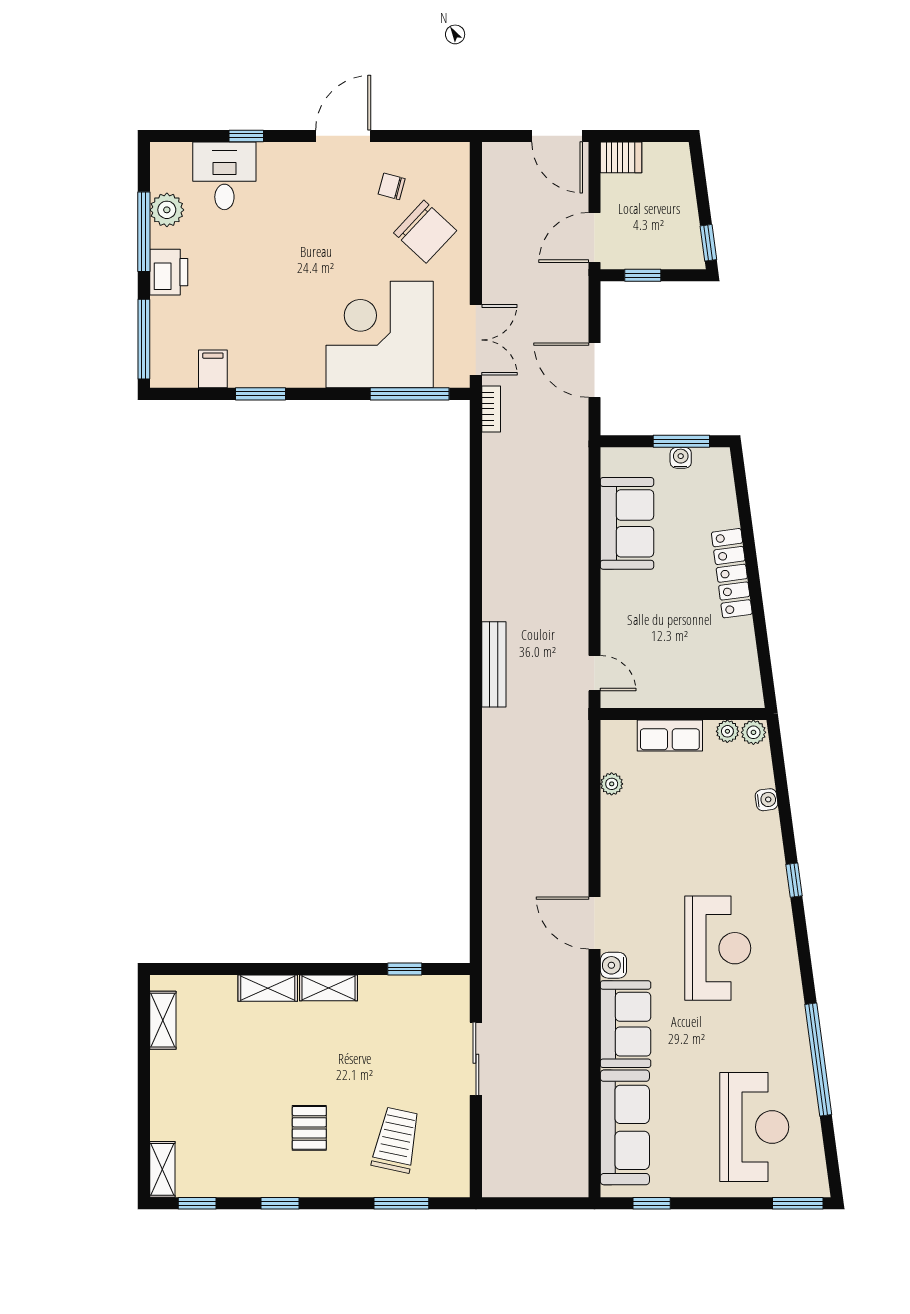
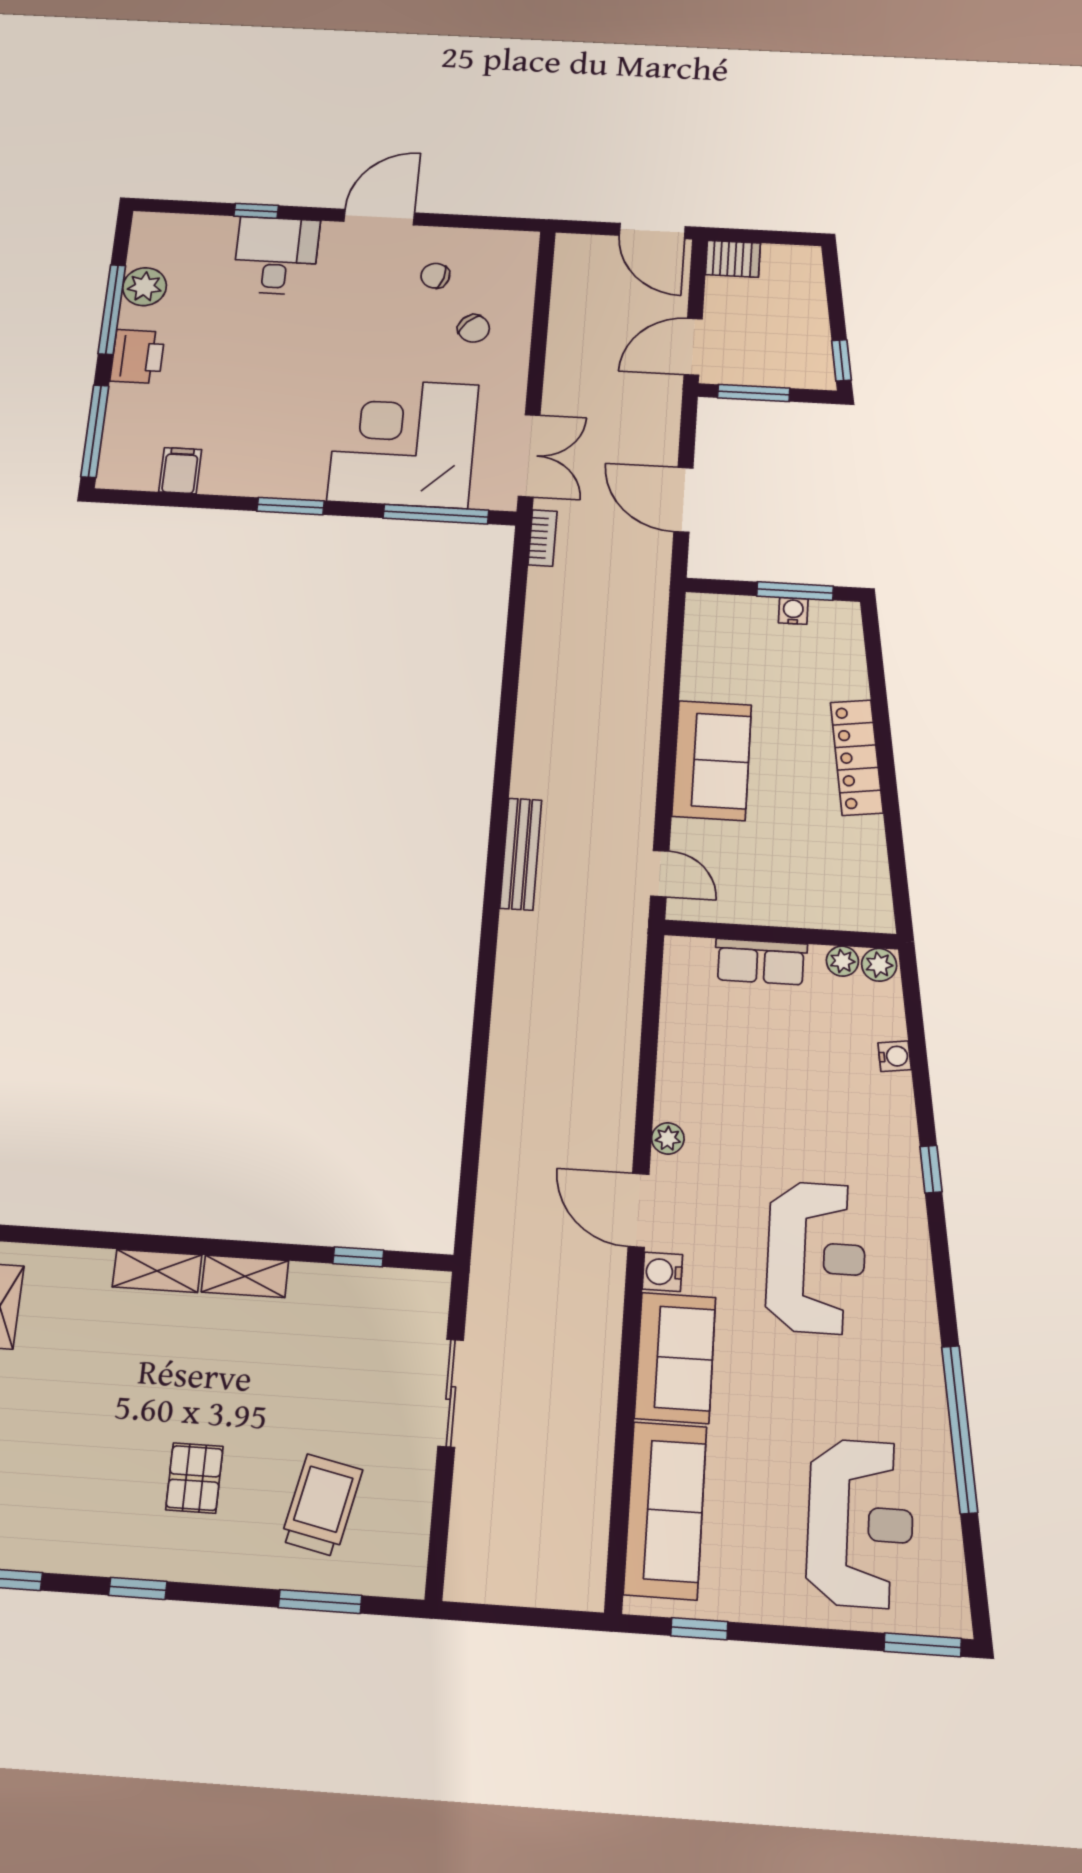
desk: (224, 176) -> (276, 256), moved
chair: (425, 232) -> (474, 328), width x0.54, depth x0.54
window: (643, 275) -> (754, 393), width x1.50
window: (261, 394) -> (291, 506), moved
sofa: (627, 523) -> (712, 760), moved
plant: (612, 784) -> (668, 1138), moved

